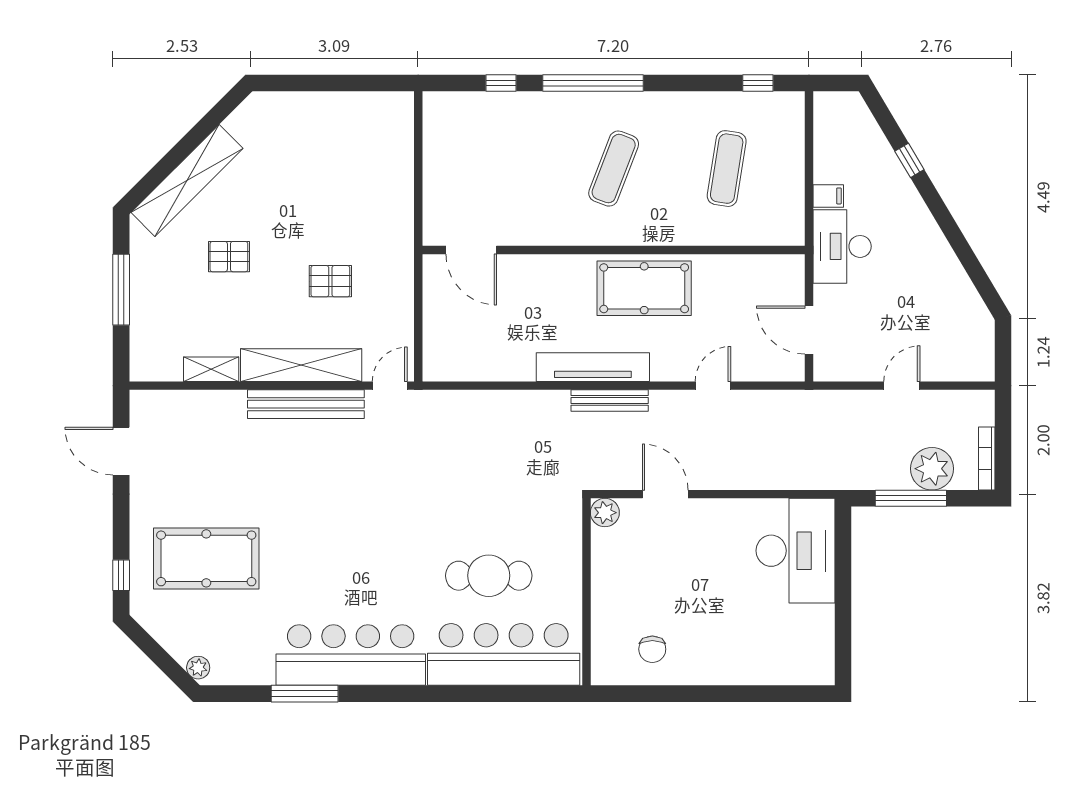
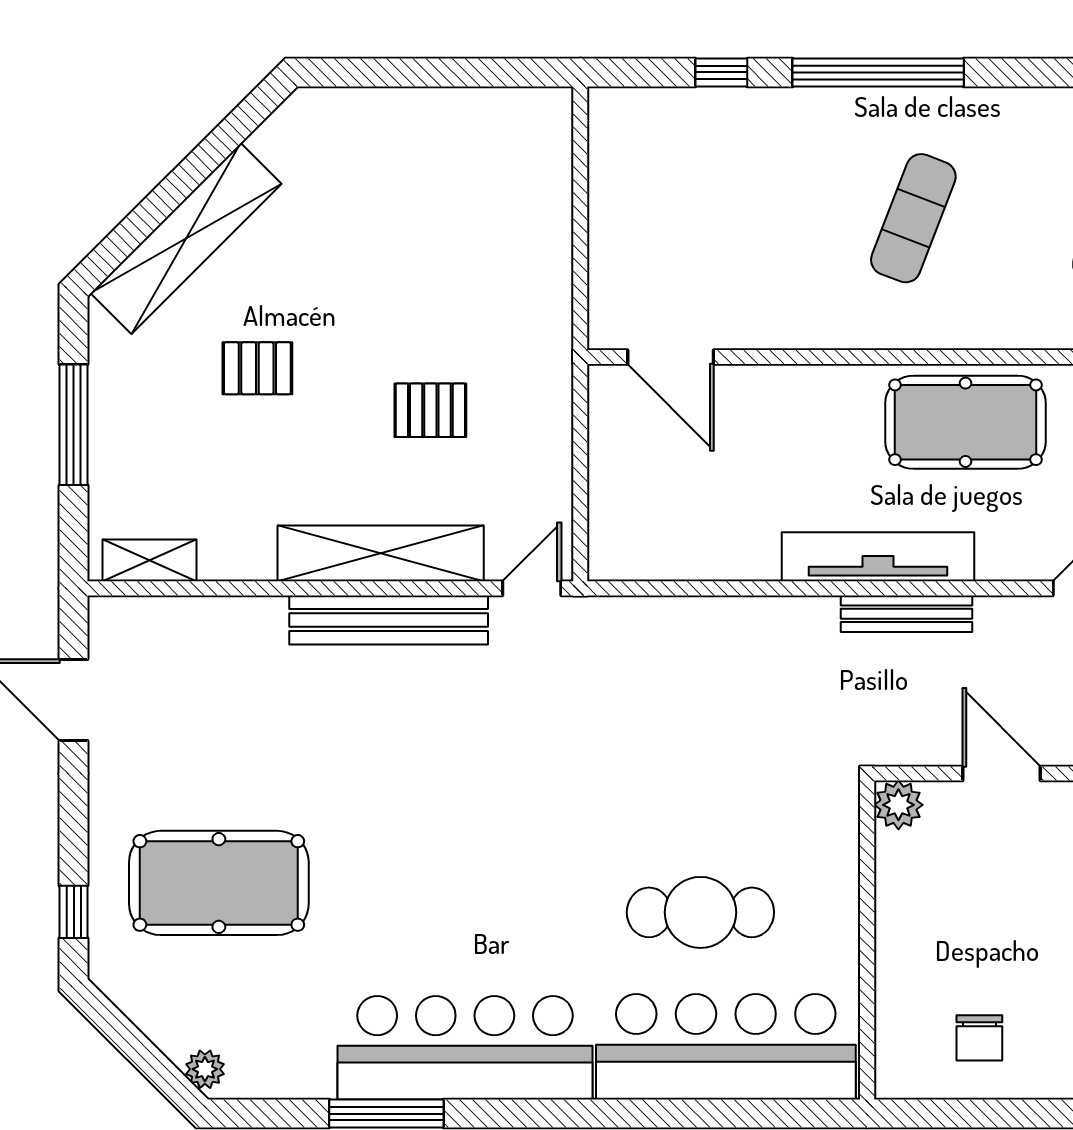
shelving: (211, 369) -> (149, 560), moved

